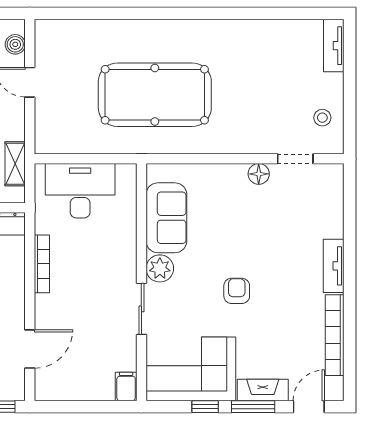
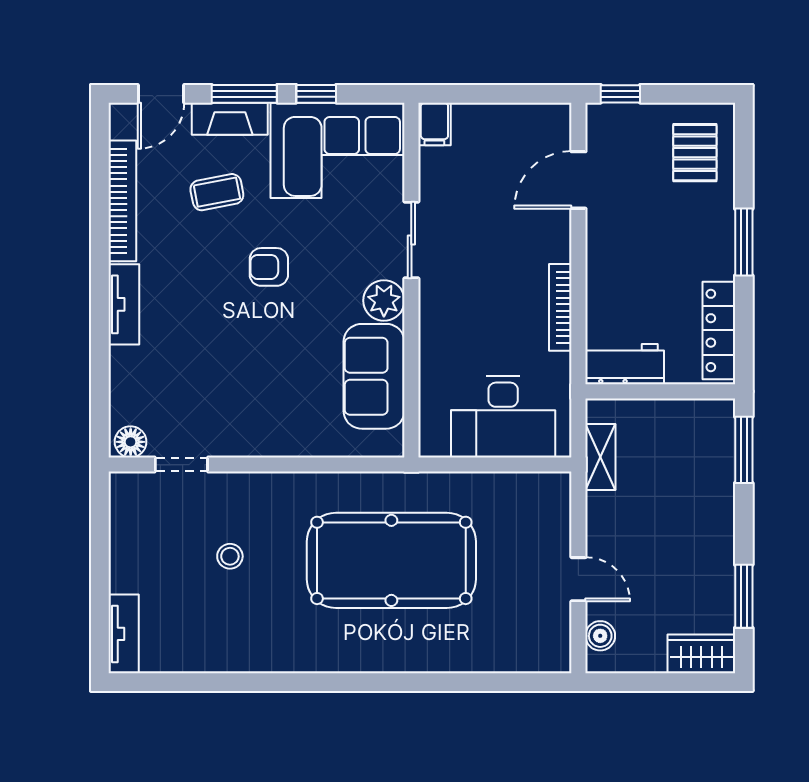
stool: (322, 118) -> (230, 556), moved
floor lamp: (259, 174) -> (131, 442), moved
armchair: (237, 291) -> (269, 267), turned 90
coffee table: (271, 341) -> (217, 192), added

